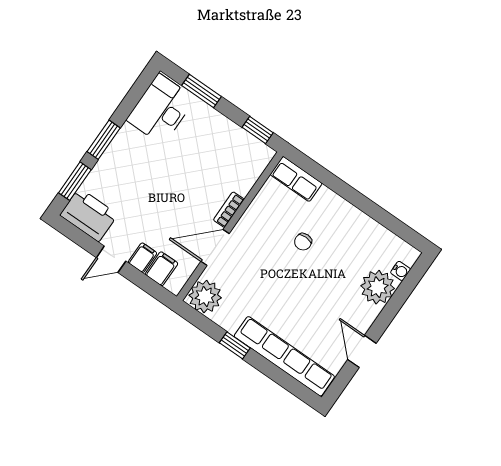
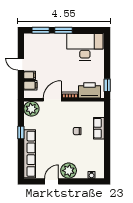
window: (201, 91) -> (107, 54), removed
desk: (161, 109) -> (85, 47), width x1.36, depth x1.30
row of seats: (296, 179) -> (99, 128), moved
printer: (89, 215) -> (90, 90), moved, turned -90
door: (215, 248) -> (52, 100), hinge flipped
plant: (378, 287) -> (69, 171), moved

